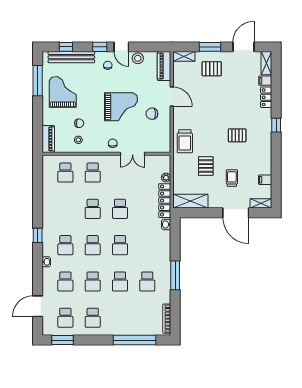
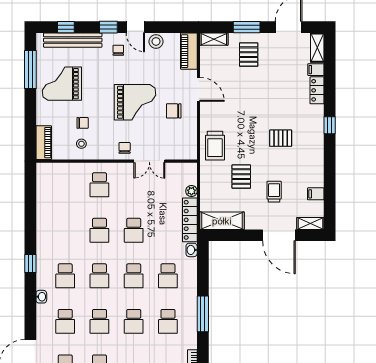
pallet: (212, 69) -> (249, 55), turned 90
grand piano: (63, 92) -> (62, 84), turned -90
school desk: (65, 173) -> (168, 276), moved

